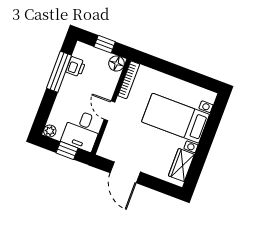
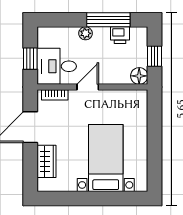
bookcase: (129, 80) -> (55, 95), moved, width x0.64
plant: (50, 131) -> (85, 33), moved
wardrobe: (181, 165) -> (46, 161), moved, turned 90

